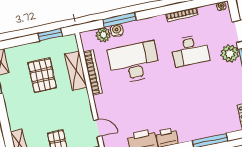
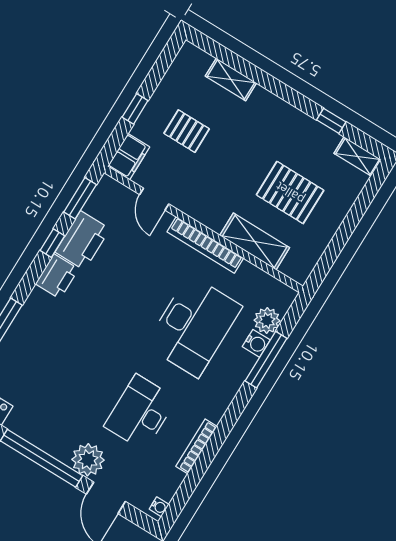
window: (50, 35) -> (332, 252), removed
bookcase: (93, 73) -> (205, 245), moved
door: (98, 128) -> (154, 199), hinge flipped

